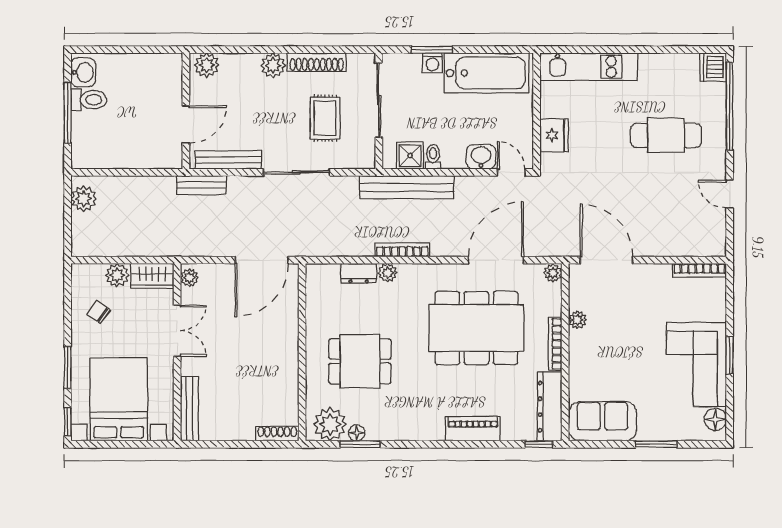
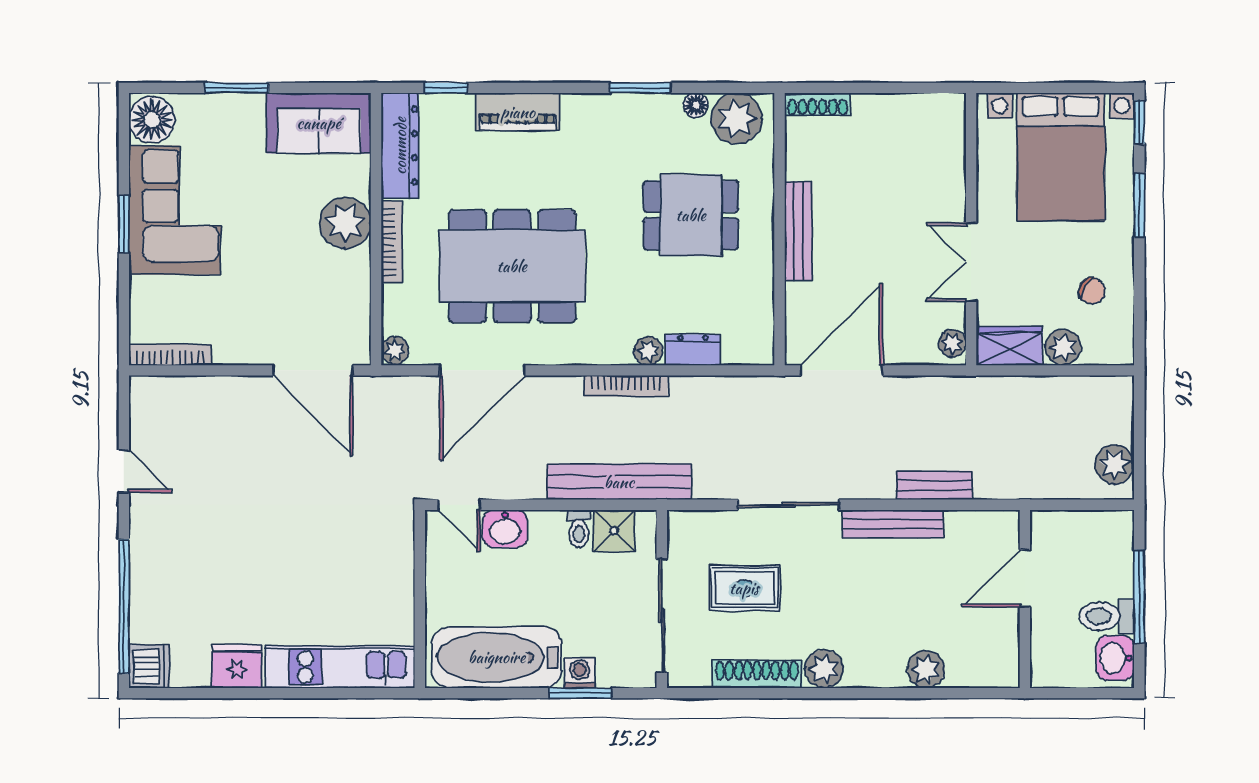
wall: (186, 111) -> (1025, 599), moved
rug: (325, 118) -> (744, 588), turned 90
door: (186, 124) -> (1025, 578), moved
fridge: (554, 135) -> (237, 666), moved, turned 90
cafe table: (666, 135) -> (221, 562), removed
plant: (577, 320) -> (345, 223), moved, width x1.87, depth x1.87
bench: (190, 409) -> (798, 231), moved
floor lamp: (715, 419) -> (152, 120), width x1.38, depth x1.38
window: (360, 444) -> (640, 88), moved
window: (539, 444) -> (446, 88), moved

